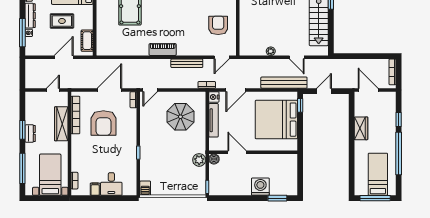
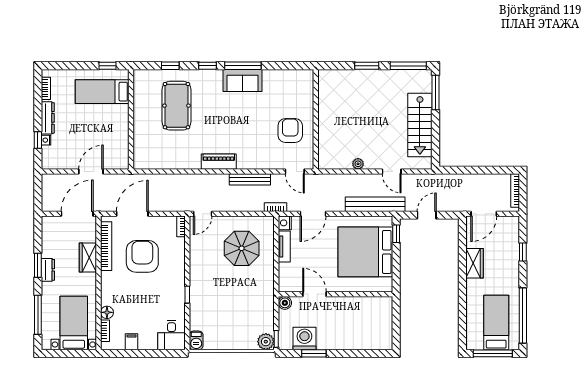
rug: (62, 21) -> (89, 125), removed
window: (22, 33) -> (38, 140), width x0.46
cot: (87, 41) -> (121, 150), removed
door: (222, 57) -> (295, 172), hinge flipped
door: (53, 90) -> (77, 214), width x1.88
door: (109, 90) -> (132, 214), moved
door: (368, 90) -> (484, 214), swing flipped
tv unit: (213, 120) -> (284, 247), width x0.71
armchair: (103, 123) -> (142, 256), turned 180
wardrobe: (61, 124) -> (88, 257), width x0.67
window: (399, 153) -> (523, 315), moved
plant: (199, 160) -> (266, 342), moved
floor lamp: (76, 166) -> (107, 312), added
desk: (111, 184) -> (172, 335), moved
washing machine: (260, 187) -> (304, 339), moved
window: (277, 198) -> (314, 353), moved

